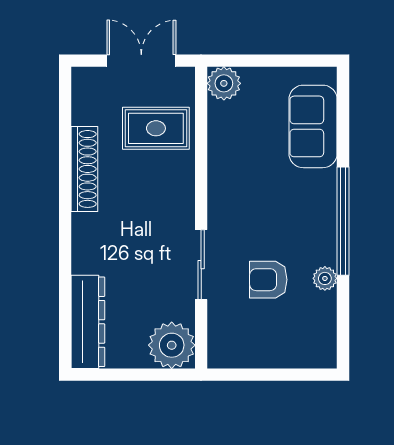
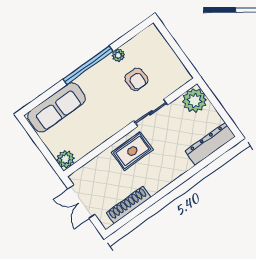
sofa: (313, 126) -> (57, 107), width x1.36
rug: (156, 128) -> (132, 151), moved, turned 90
shoe rack: (84, 169) -> (129, 205), moved

